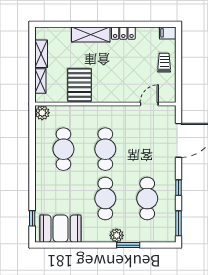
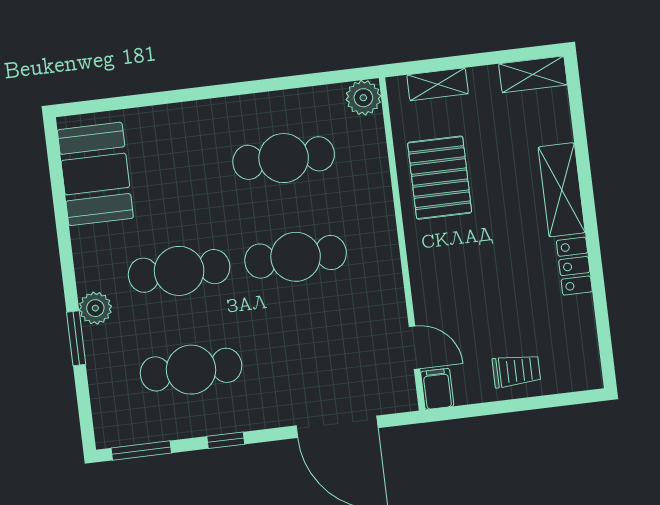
filing cabinet: (168, 33) -> (437, 389), moved
shelving: (41, 54) -> (533, 74), moved
pallet: (79, 85) -> (440, 178), turned 90
window: (32, 218) -> (111, 104), removed

